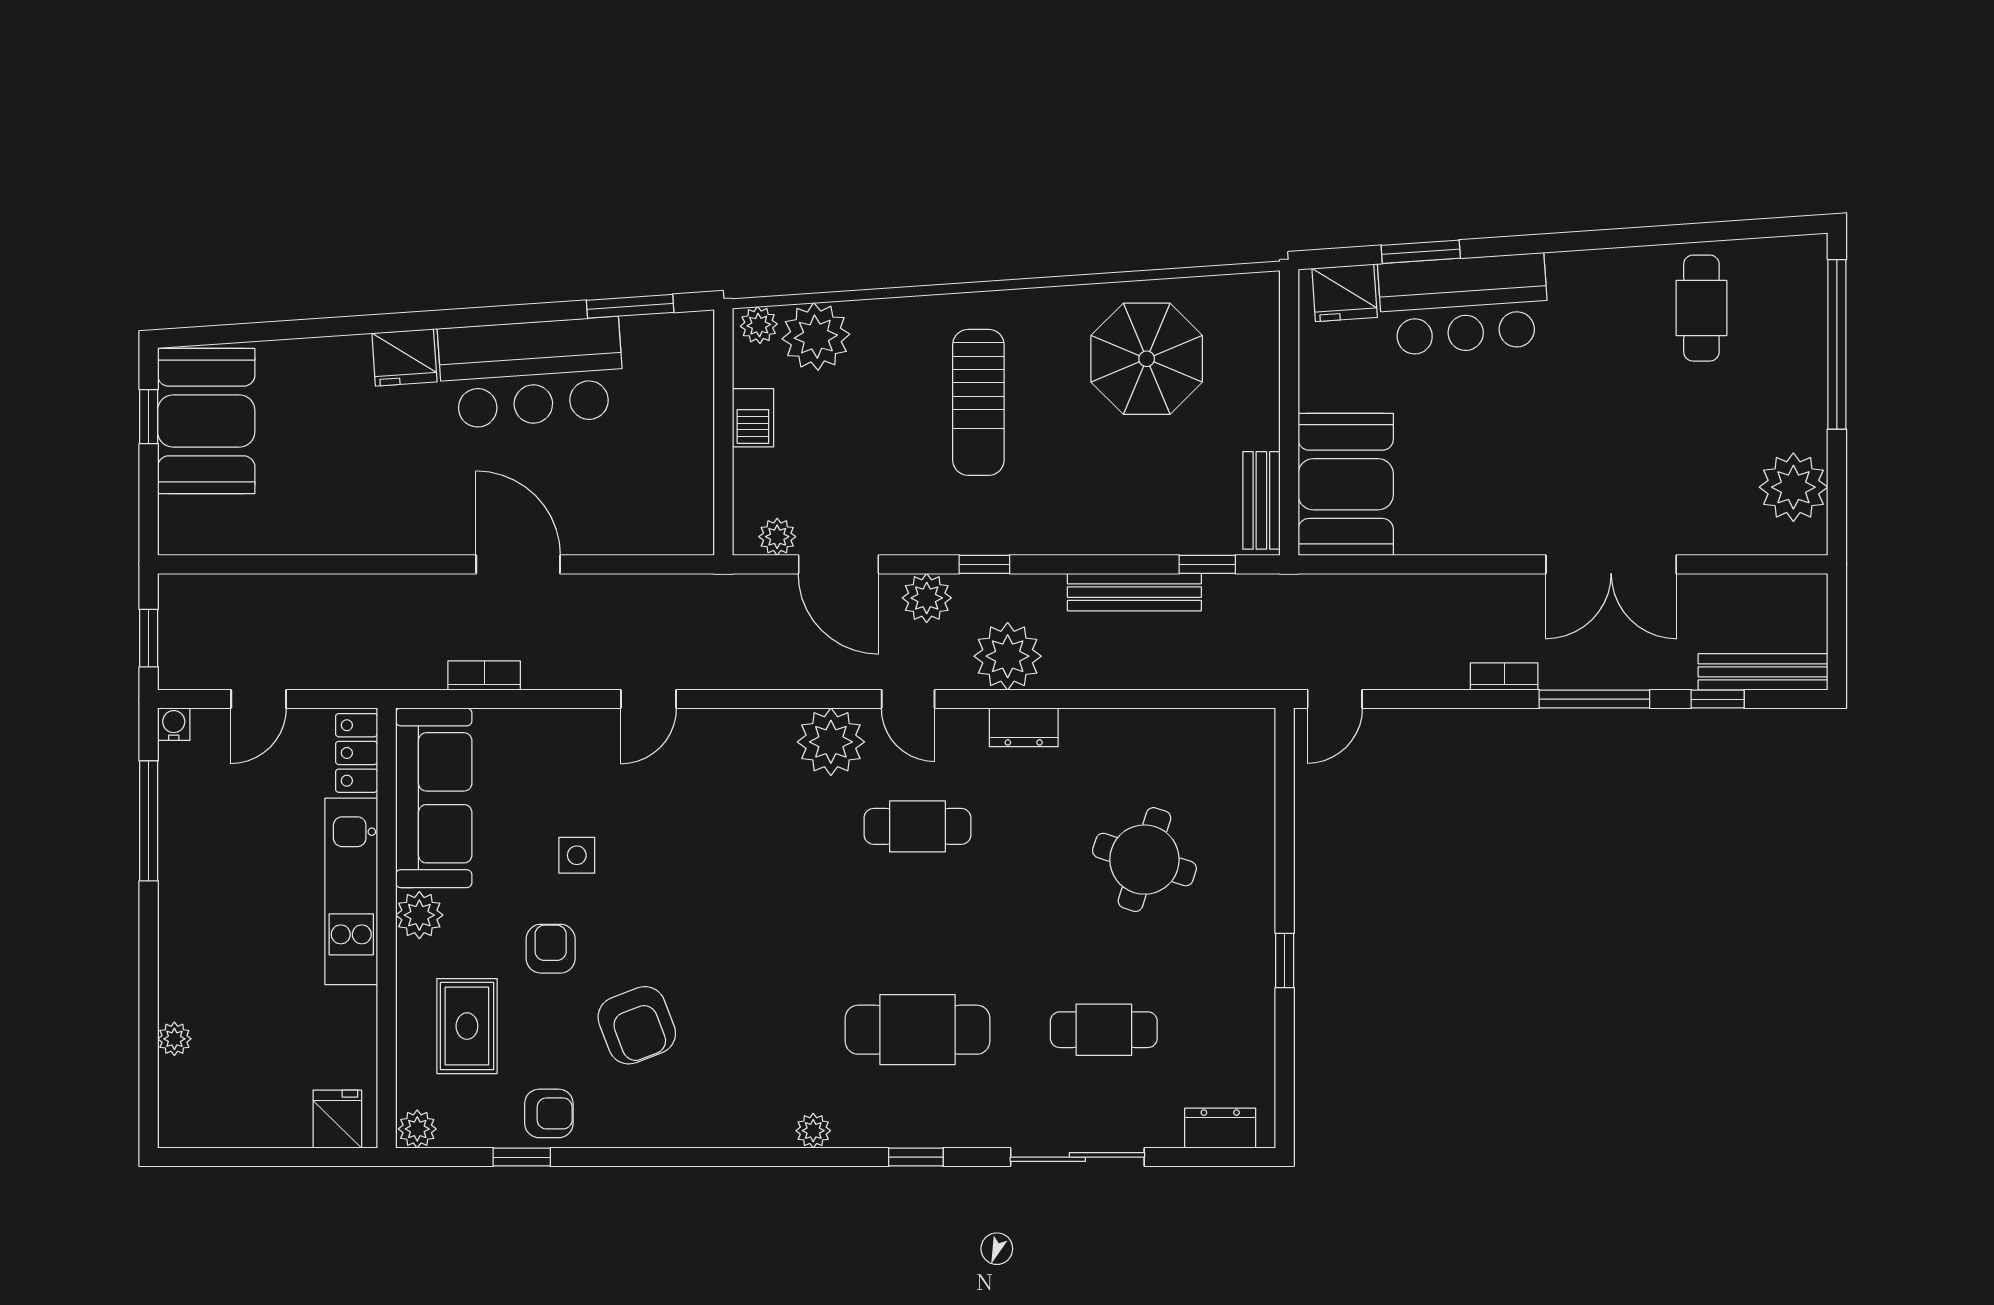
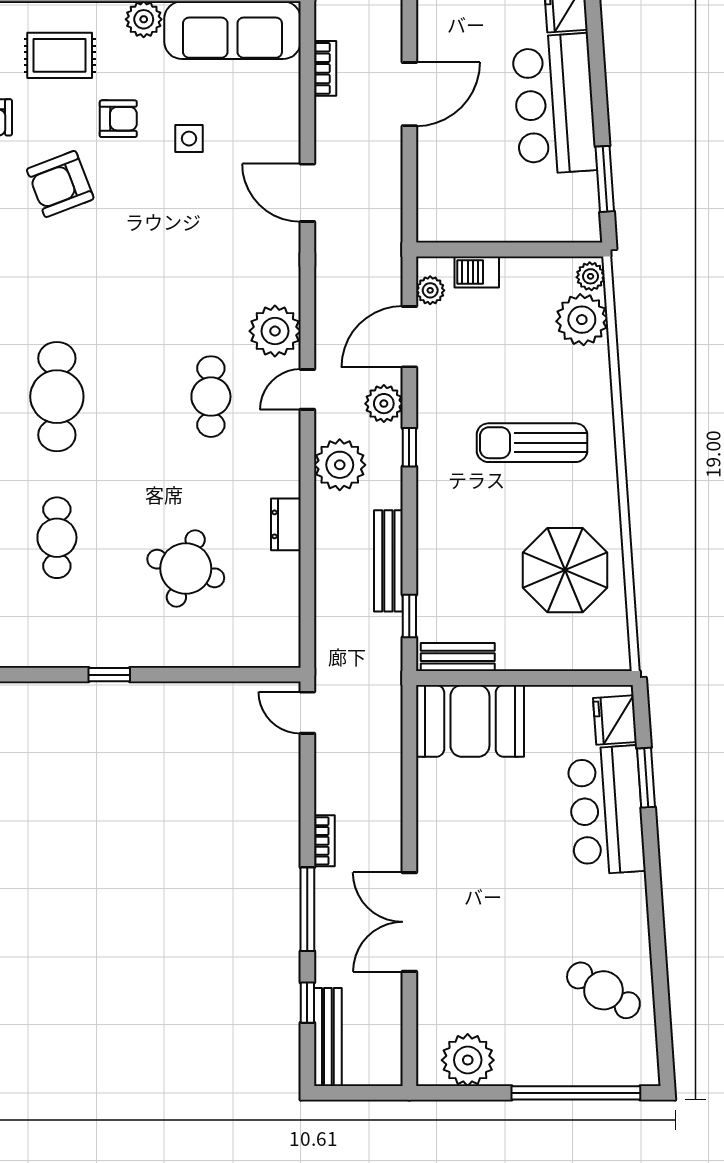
cafe table: (1701, 308) -> (603, 990), turned 32
barbecue: (753, 418) -> (477, 272), moved
door: (648, 699) -> (307, 193), width x1.38
dresser: (1024, 727) -> (286, 524), moved

